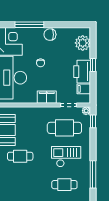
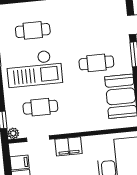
cafe table: (64, 128) -> (40, 107), width x0.73, depth x0.74
checkout: (66, 157) -> (34, 68), width x1.36, depth x1.21

